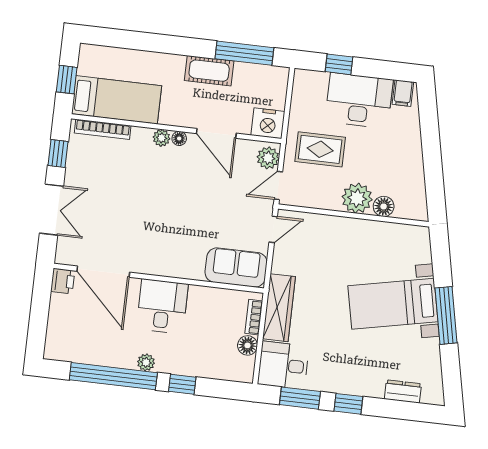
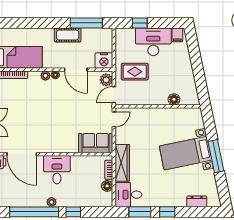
plant: (357, 198) -> (159, 97), removed

